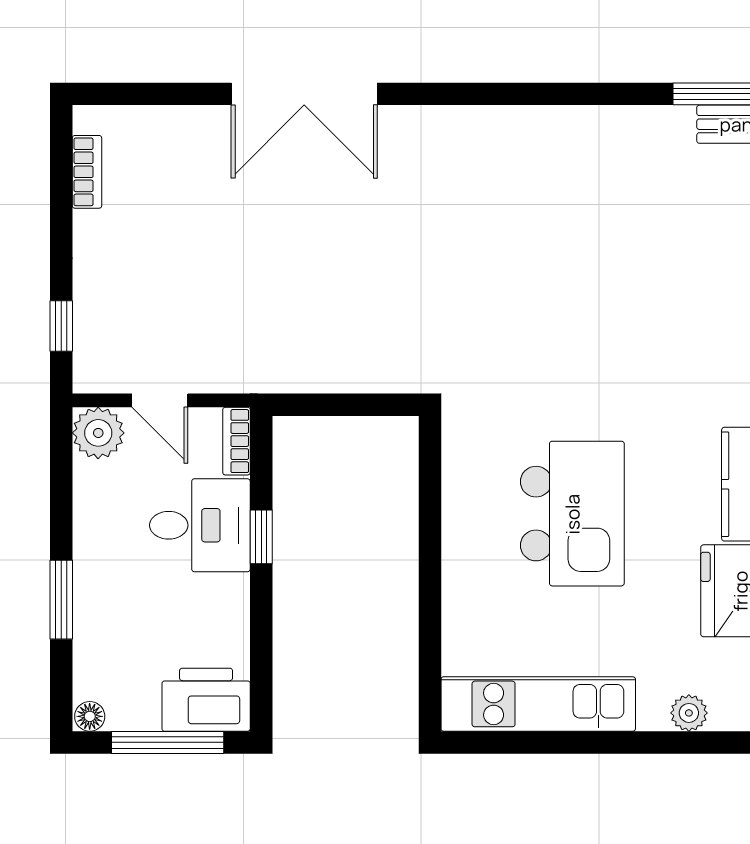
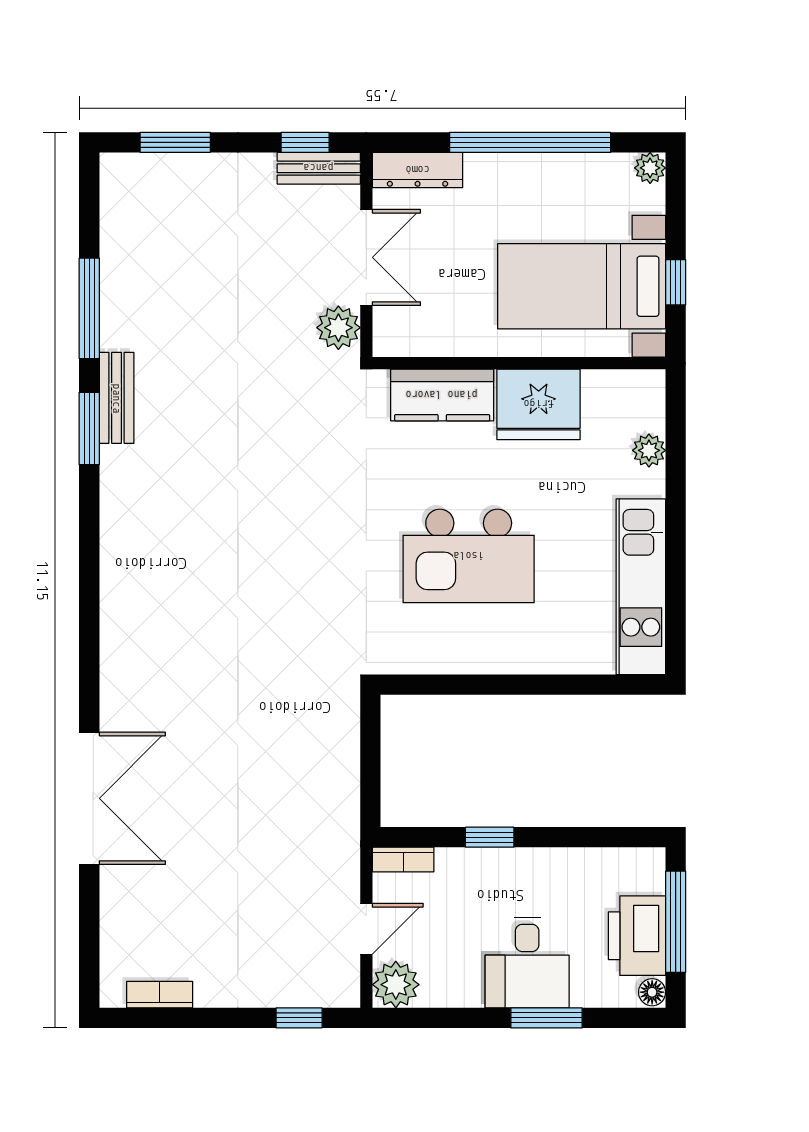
kitchen island: (572, 514) -> (469, 556), turned 180
desk: (200, 525) -> (527, 962), moved, turned 180
printer: (206, 700) -> (637, 936), moved

